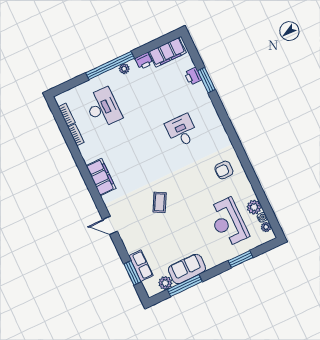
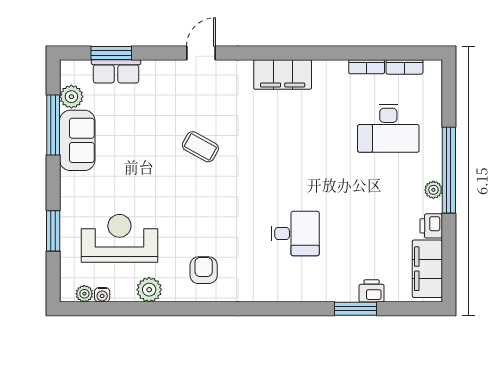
plant: (254, 207) -> (149, 290), moved

